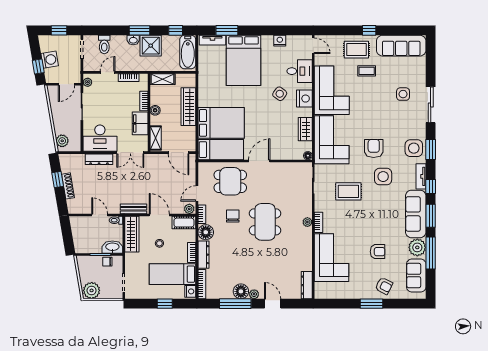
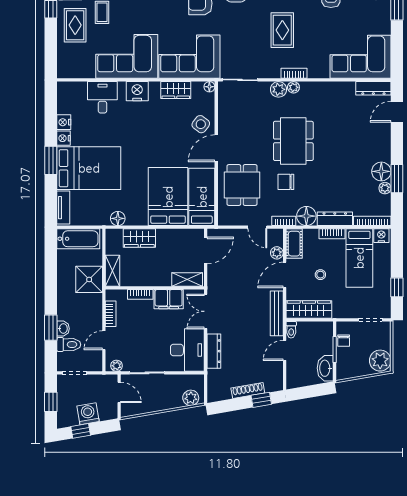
window: (139, 30) -> (51, 328), moved
window: (176, 30) -> (51, 254), removed
window: (227, 30) -> (51, 160), moved
washbasin: (133, 40) -> (63, 329), moved
nightstand: (267, 40) -> (64, 138), added
shower: (151, 46) -> (89, 279), moved
door: (313, 46) -> (70, 80), removed
window: (38, 66) -> (81, 431), moved
door: (108, 72) -> (104, 340), hinge flipped
floor lamp: (204, 83) -> (118, 218), added
side table: (280, 94) -> (201, 124), moved
wardrobe: (188, 107) -> (139, 238), width x0.67
boiler: (155, 110) -> (152, 280), removed
double door: (130, 153) -> (206, 311), swing flipped
door: (259, 161) -> (216, 148), hinge flipped
window: (58, 179) -> (261, 400), moved
rug: (348, 191) -> (282, 30), moved
bench: (134, 209) -> (277, 313), width x1.36
plant: (189, 209) -> (277, 253), moved
plant: (306, 210) -> (278, 89), added
dining table: (265, 222) -> (293, 141), turned 90
washbasin: (112, 247) -> (325, 368), moved
corner sofa: (332, 258) -> (360, 57), moved
plant: (254, 294) -> (385, 188), moved
window: (165, 304) -> (397, 287), moved
window: (235, 304) -> (397, 179), width x0.69
door: (273, 304) -> (397, 112), moved

